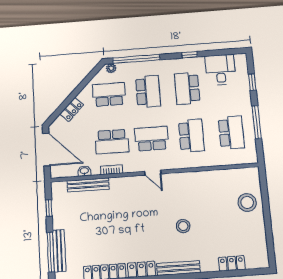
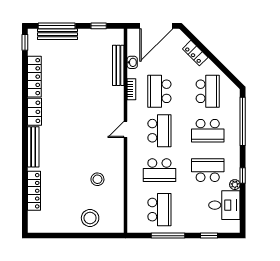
plant: (111, 68) -> (235, 185), moved
school desk: (231, 133) -> (159, 210), turned -90
stool: (183, 226) -> (97, 179), moved
locker: (232, 263) -> (34, 191), width x1.53

